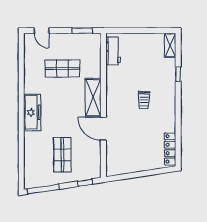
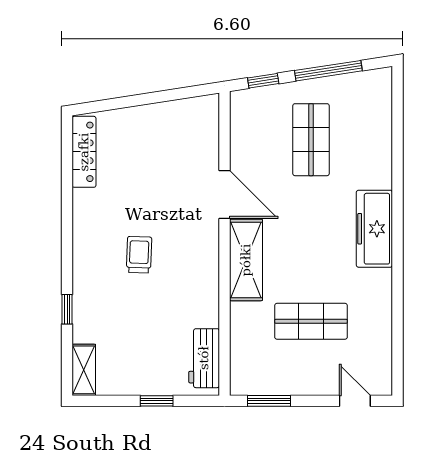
window: (136, 31) -> (157, 401), added
window: (43, 189) -> (328, 71), moved

